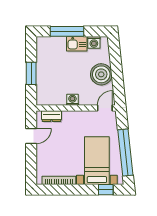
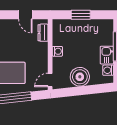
door: (105, 108) -> (50, 80), swing flipped

